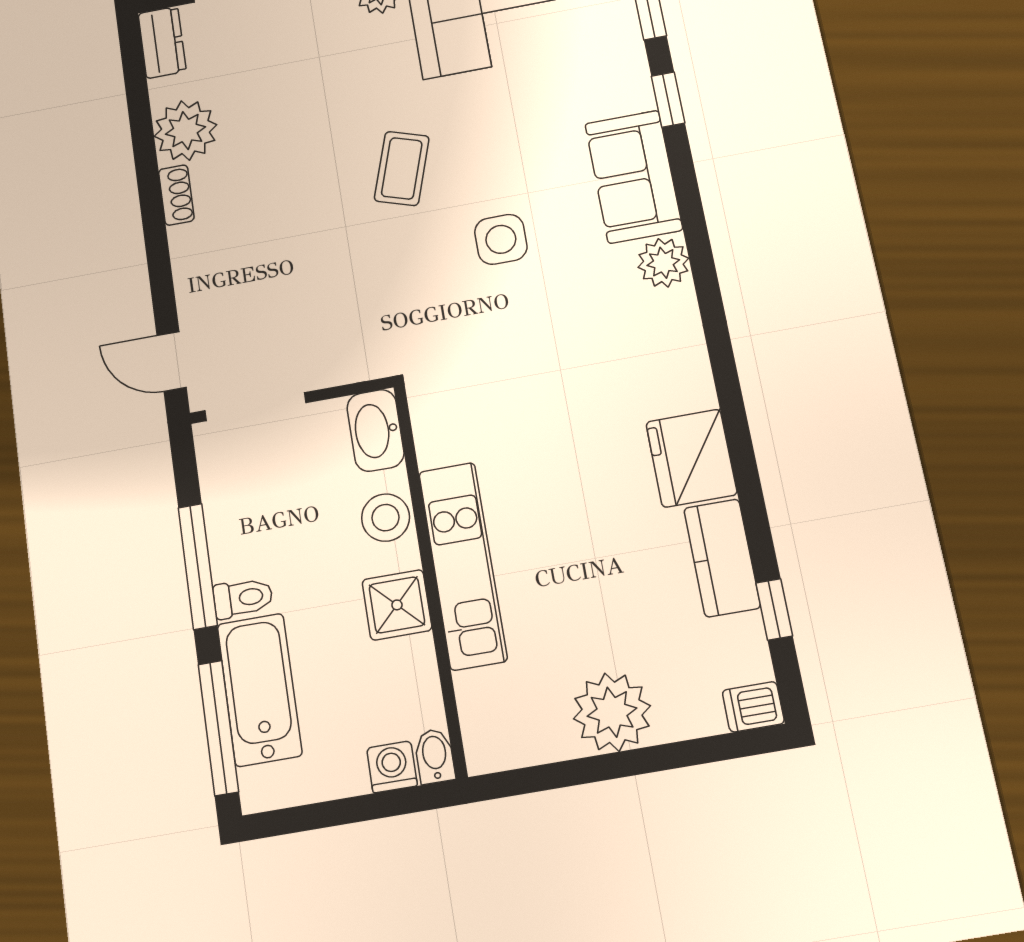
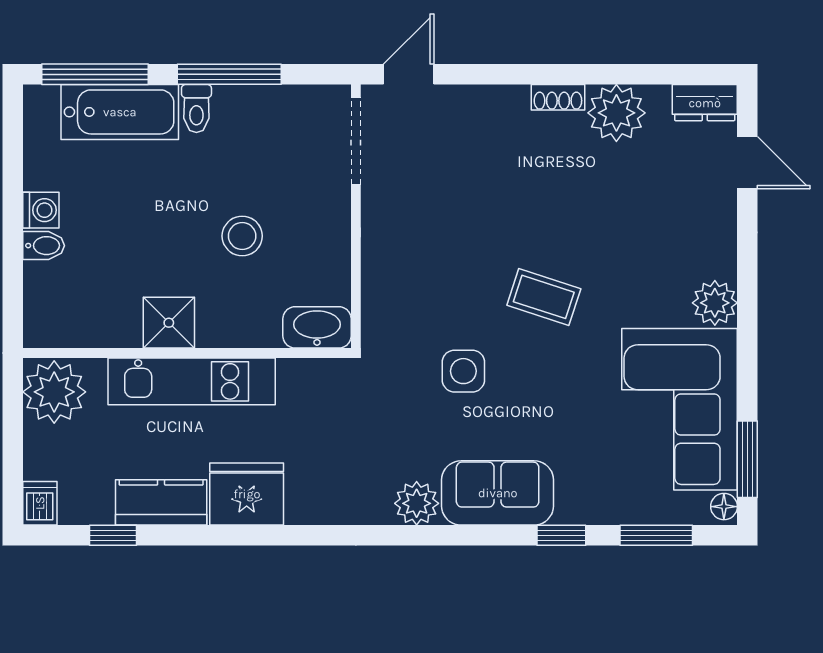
washbasin: (375, 430) -> (317, 327), moved
kitchen unit: (463, 565) -> (192, 381), moved
wall: (430, 577) -> (187, 353), moved
shower: (397, 605) -> (169, 323), moved

